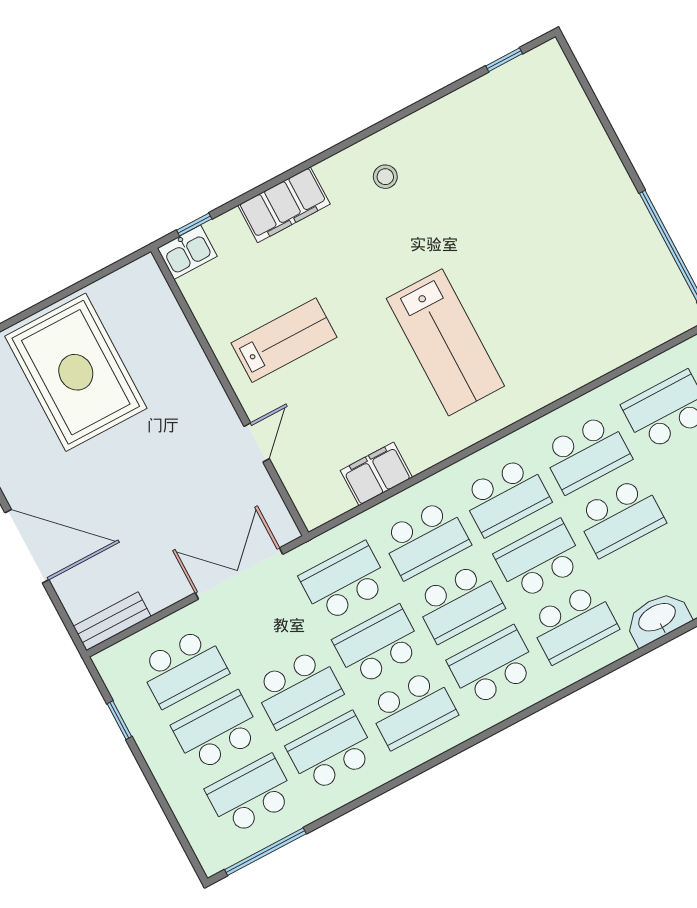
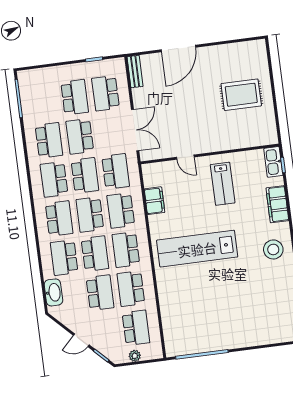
stool: (385, 177) -> (273, 249), width x1.89, depth x1.89
kitchen sink: (187, 252) -> (273, 162), width x1.38
lab bench: (445, 342) -> (197, 249), width x1.36
rug: (76, 372) -> (241, 95), width x0.73, depth x0.69
school desk: (620, 517) -> (100, 293), turned 180
school desk: (251, 795) -> (44, 101), removed

